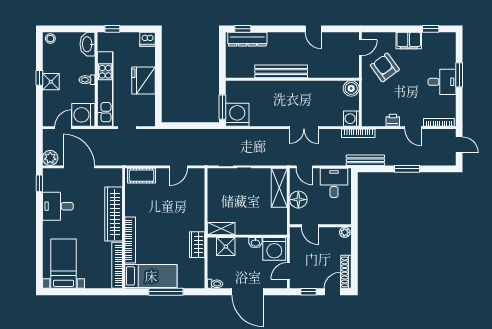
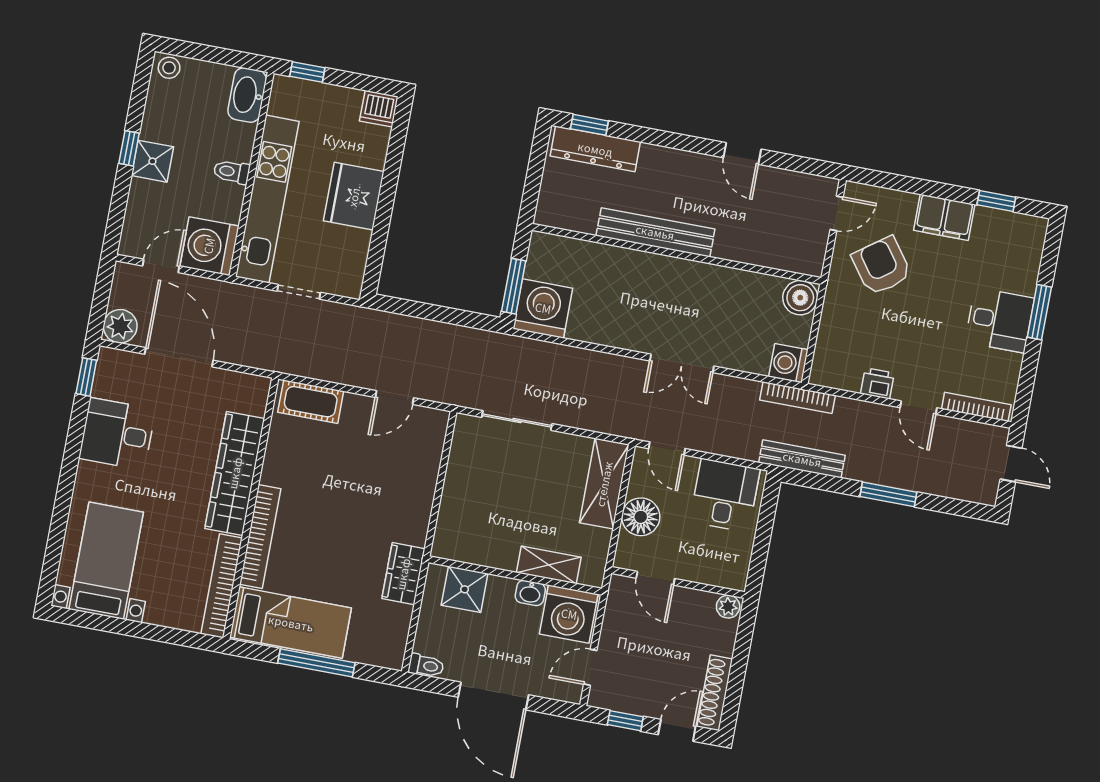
shelving: (221, 229) -> (549, 565), moved

